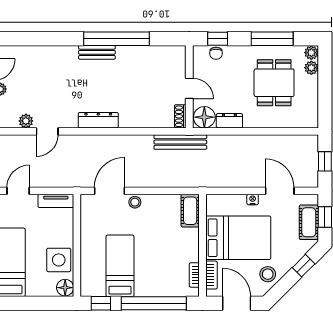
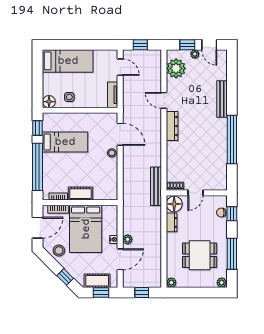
bench: (97, 52) -> (222, 99), moved, width x1.36
plant: (311, 68) -> (171, 283), moved
plant: (26, 121) -> (176, 68), width x1.88, depth x1.88
door: (47, 131) -> (164, 100), moved
plant: (253, 181) -> (128, 239), added
cot: (190, 211) -> (80, 194), moved
side table: (59, 260) -> (69, 97), width x0.54, depth x0.54

